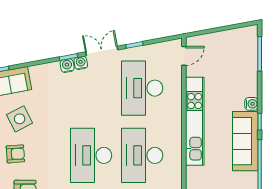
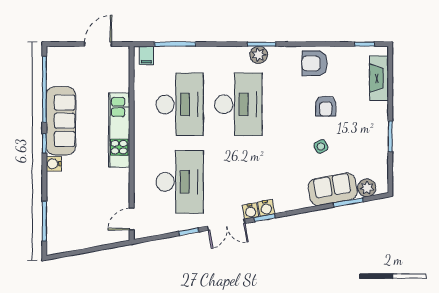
side table: (20, 119) -> (321, 146), width x0.54, depth x0.54
kitchen unit: (195, 121) -> (119, 130), width x0.73
armchair: (15, 154) -> (326, 106), turned -86

